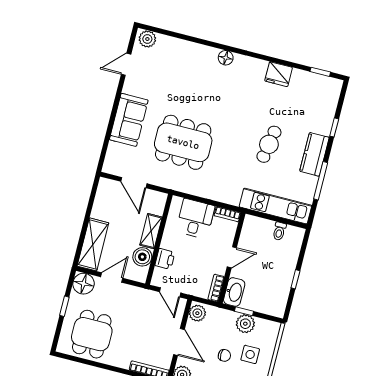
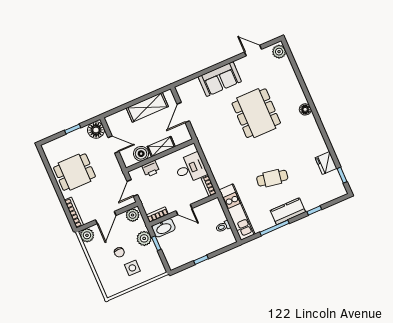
fridge: (279, 74) -> (326, 163), moved
dining table: (183, 142) -> (256, 113), moved
shelving: (93, 244) -> (147, 107), moved
plant: (245, 324) -> (144, 238), moved
dining table: (92, 334) -> (74, 172), moved

